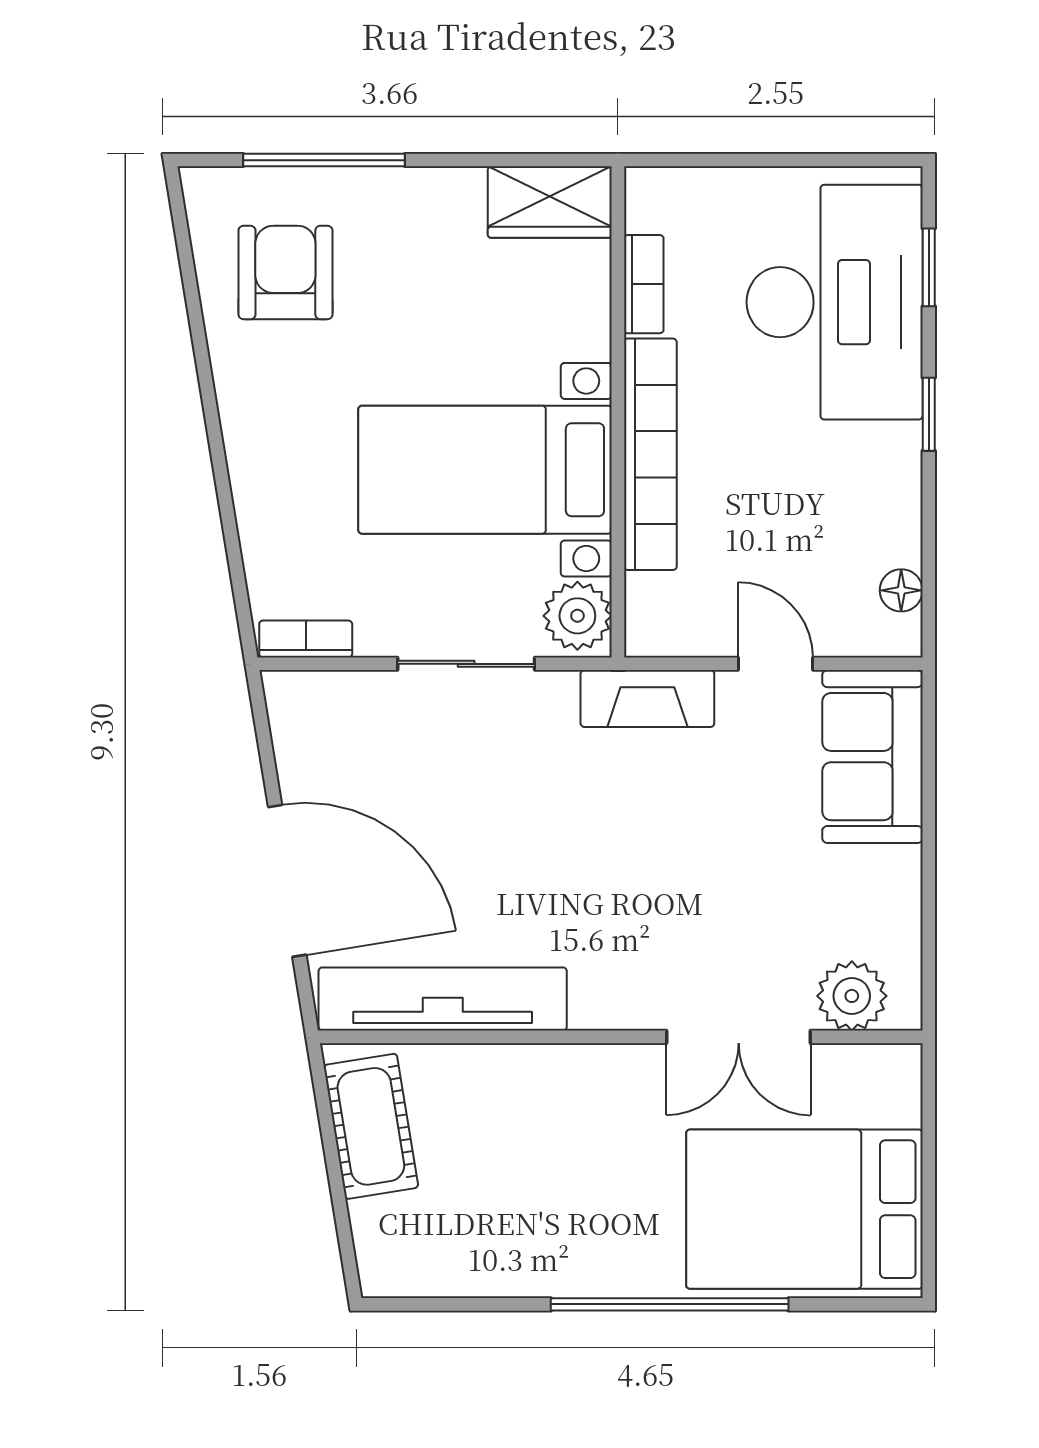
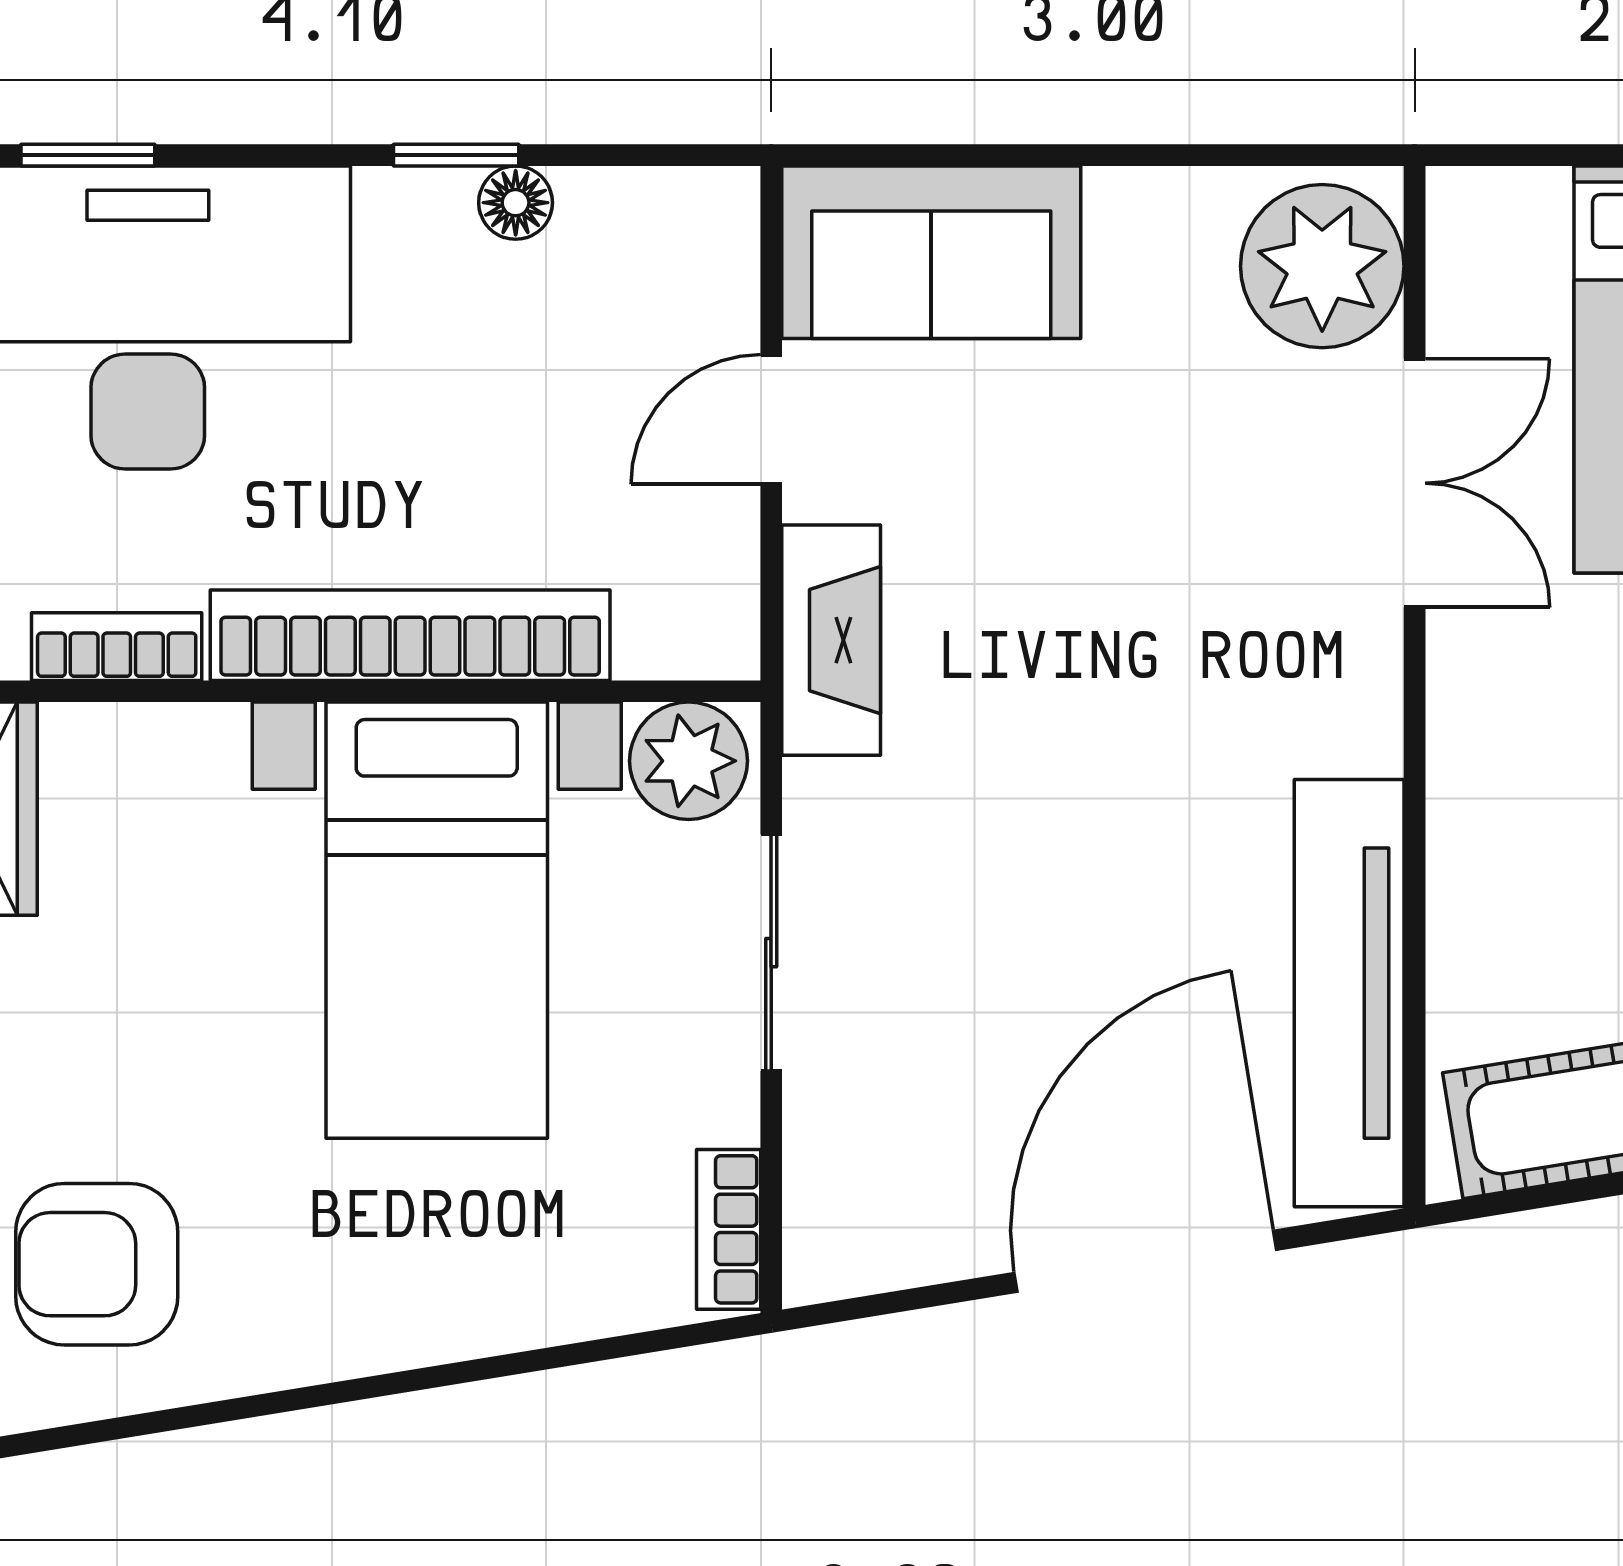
window: (929, 414) -> (456, 155), moved
floor lamp: (901, 590) -> (516, 203), moved
plant: (852, 996) -> (1322, 266), width x1.36, depth x1.36

